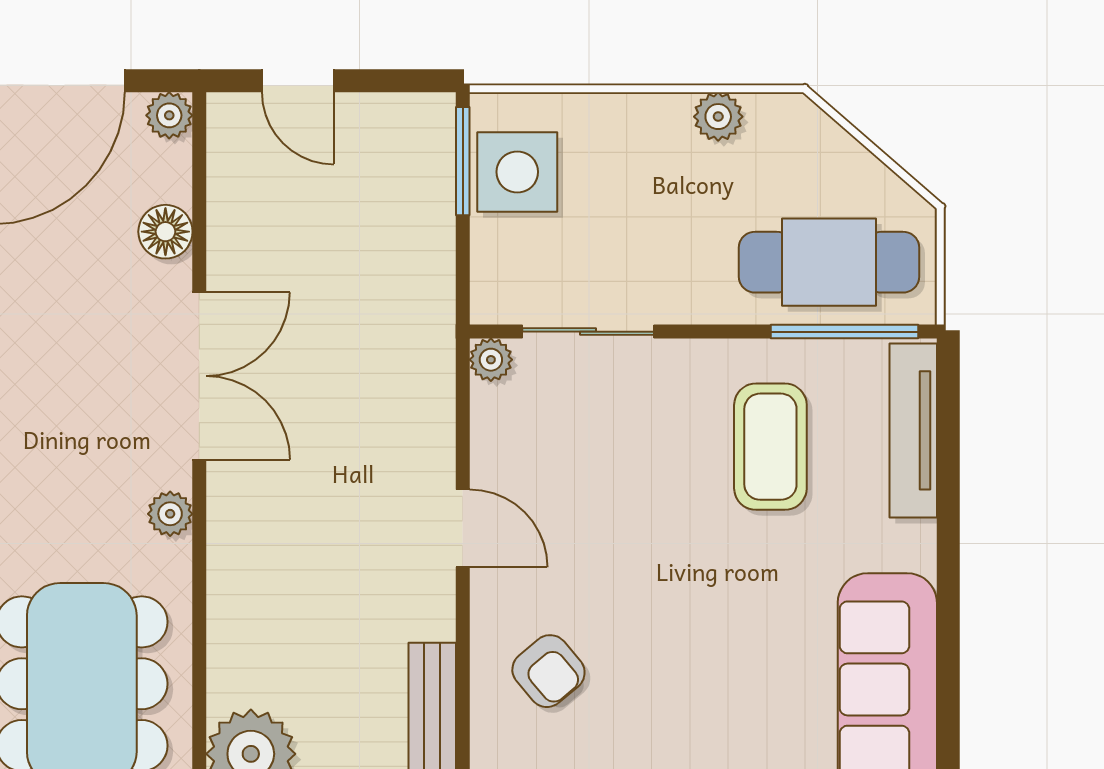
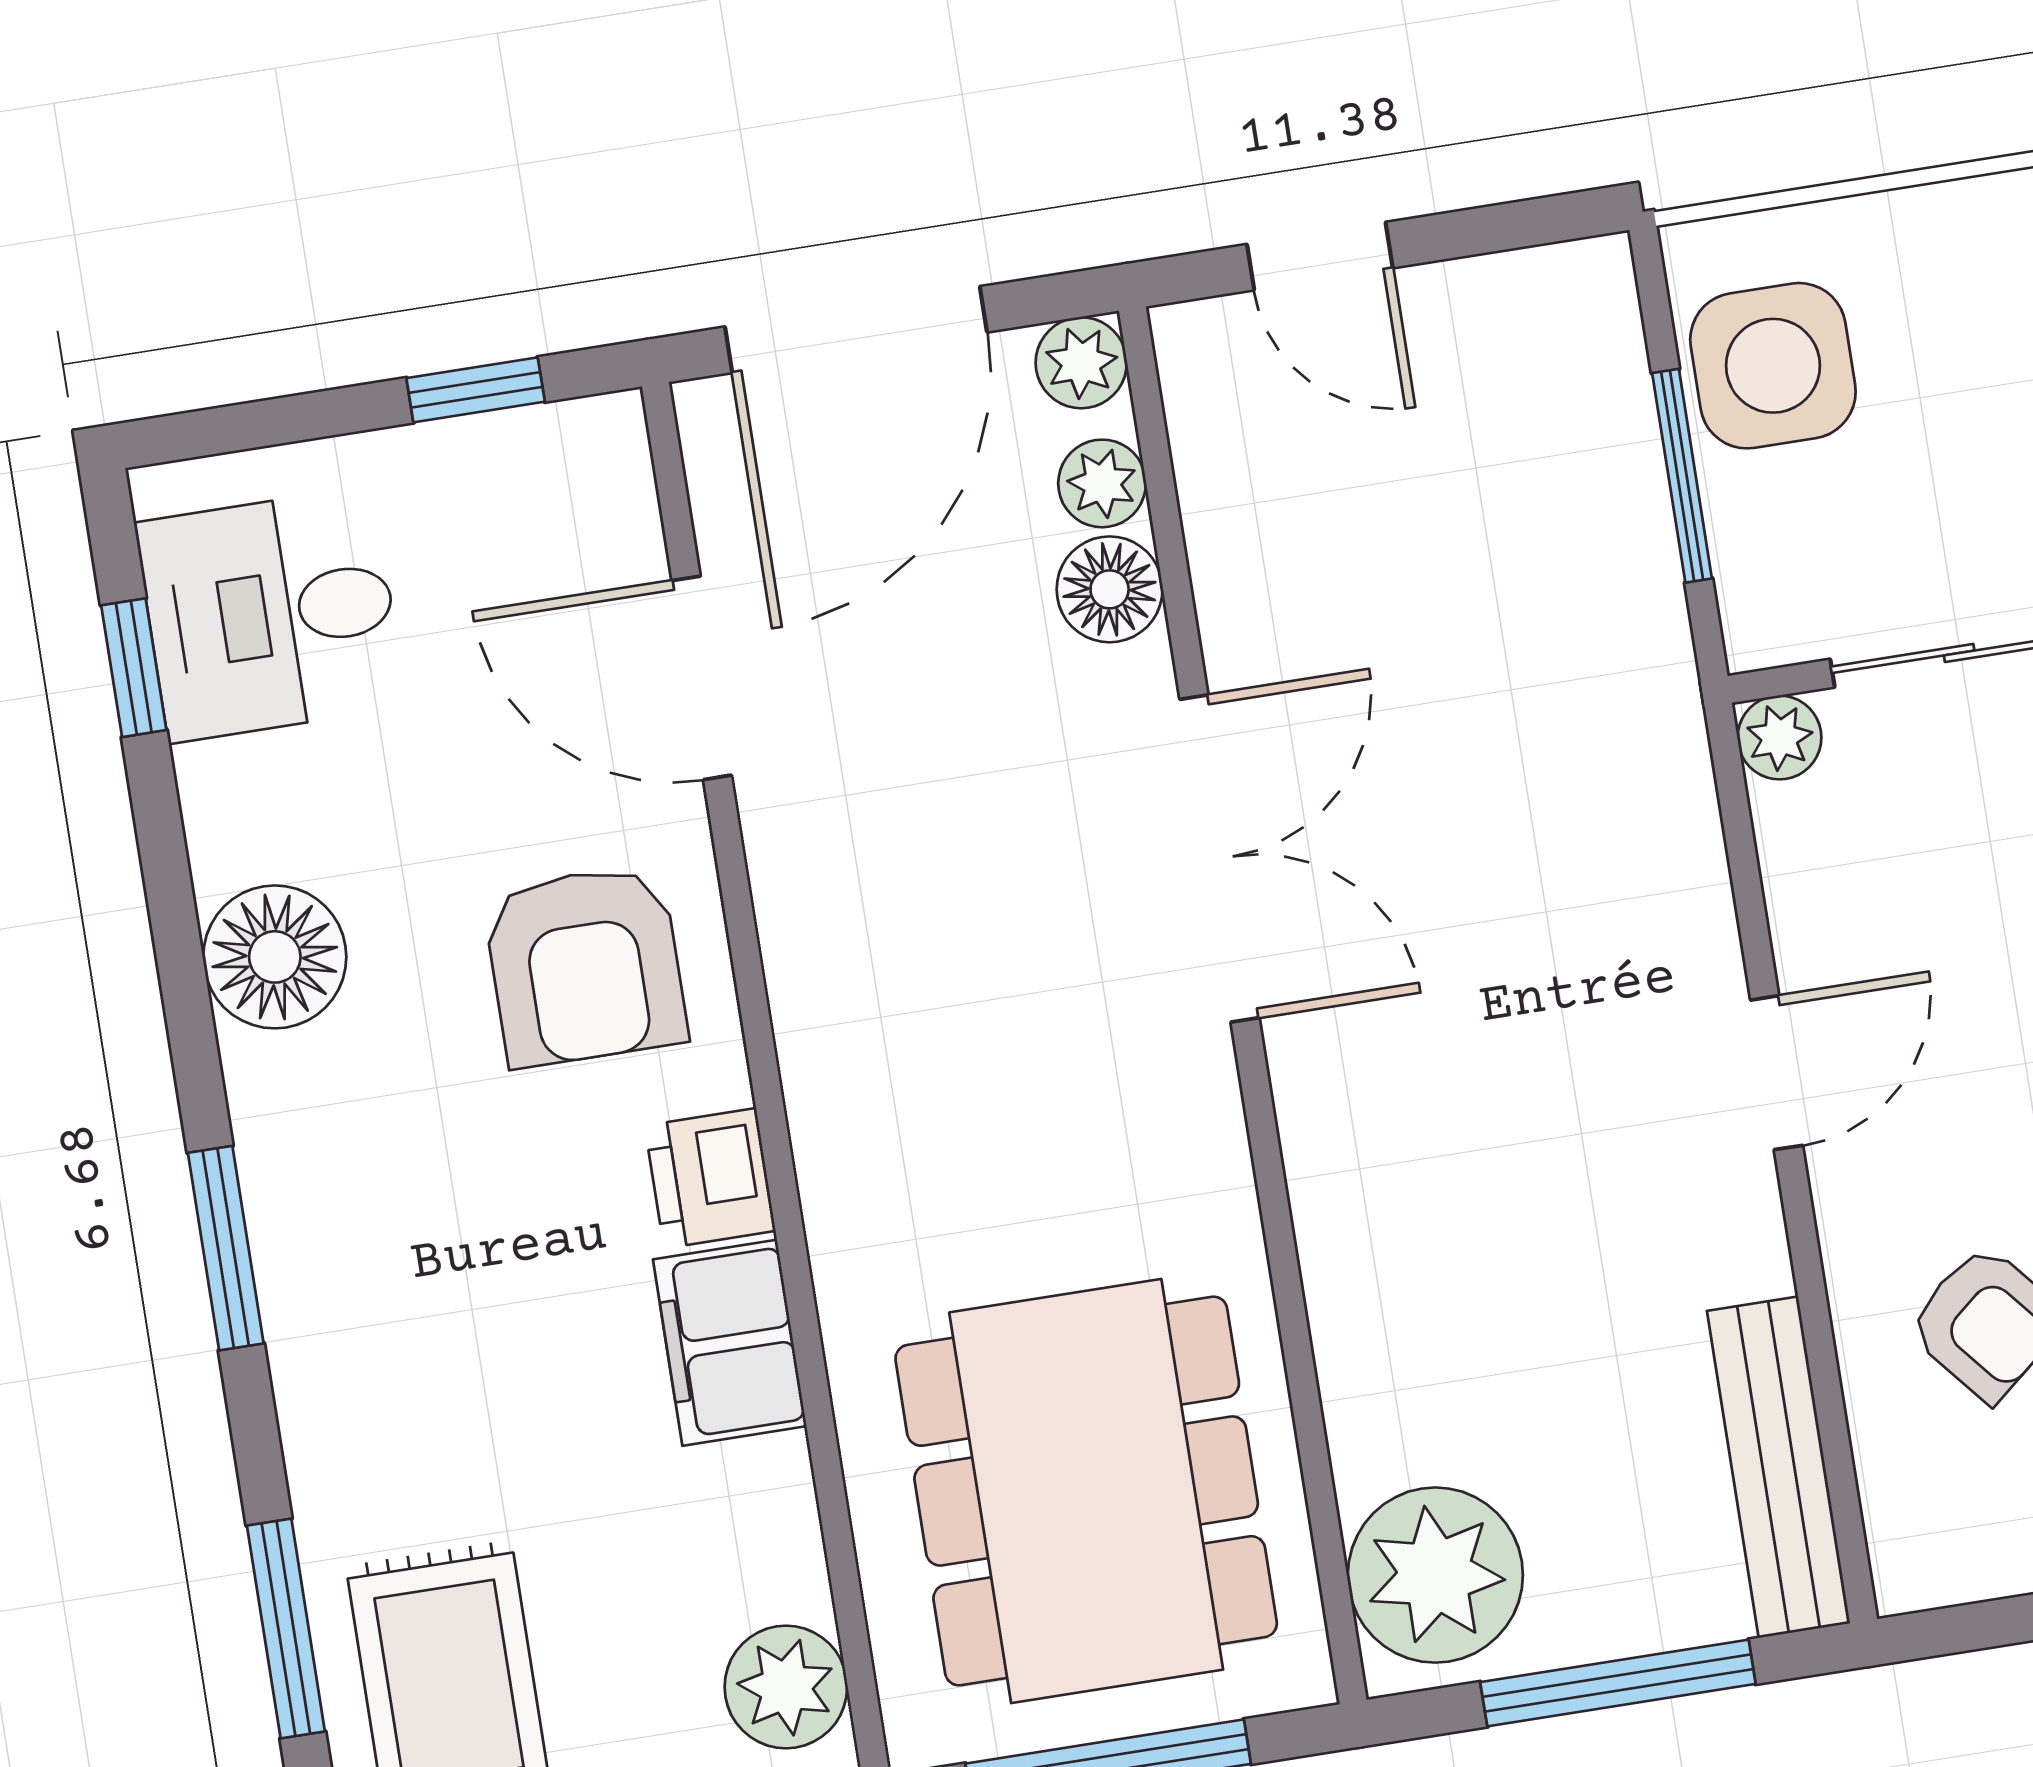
window: (463, 161) -> (1682, 476), moved
plant: (170, 514) -> (1102, 483), moved
door: (463, 528) -> (1777, 1073), hinge flipped

